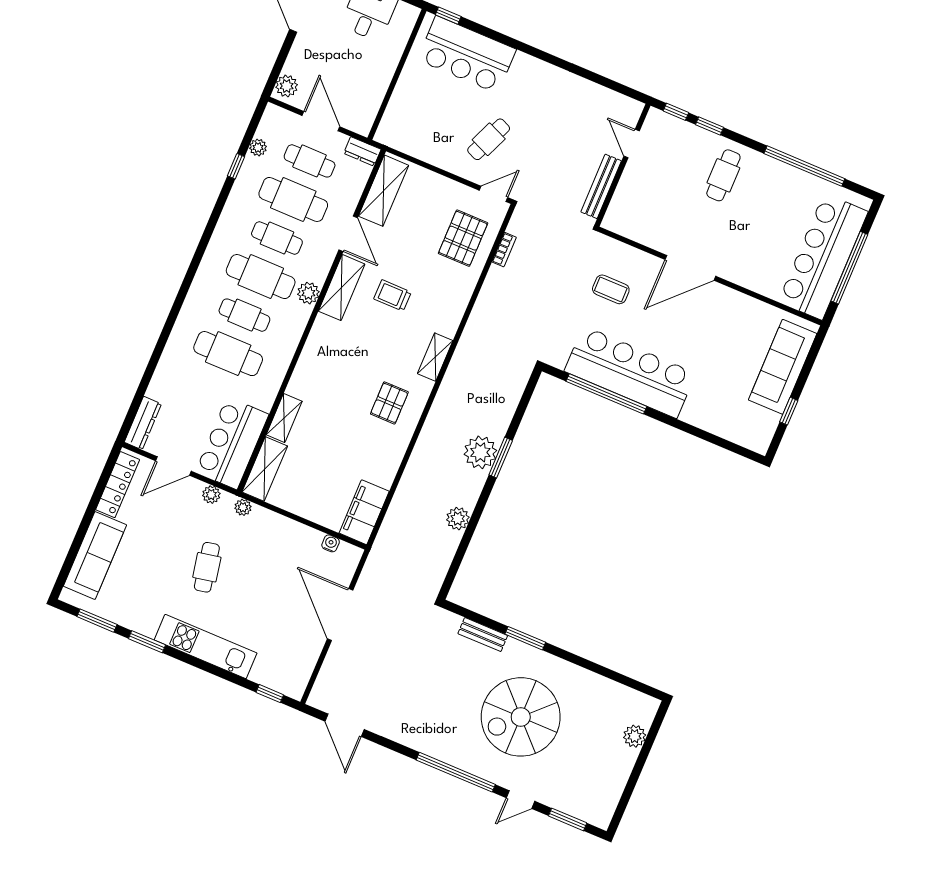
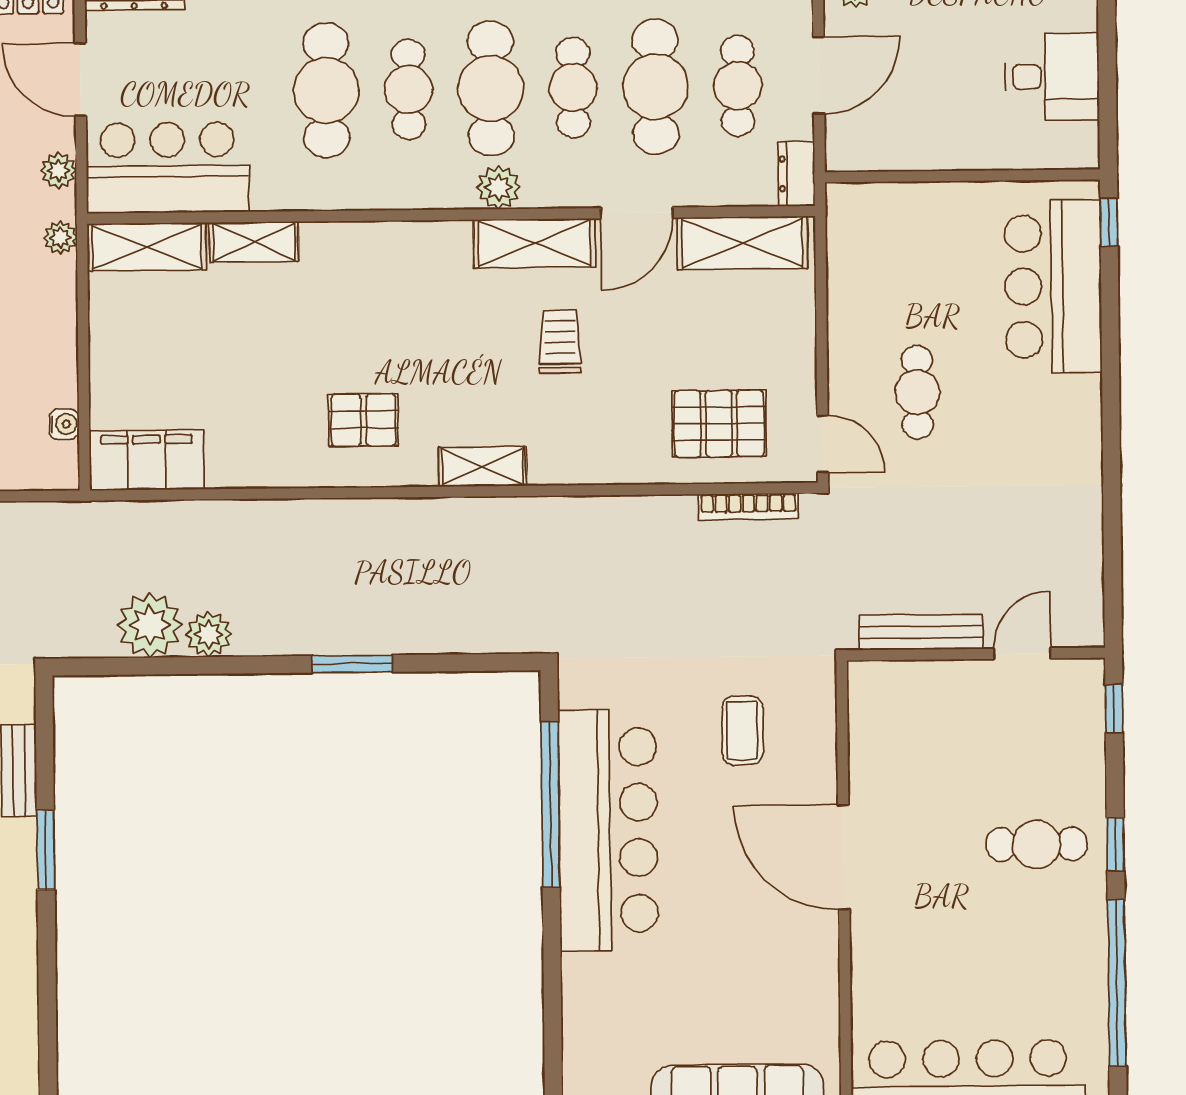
window: (710, 126) -> (1115, 844), moved
cafe table: (489, 139) -> (917, 392), turned 67
bookcase: (504, 250) -> (748, 506), width x1.56
plant: (480, 452) -> (150, 625), moved

